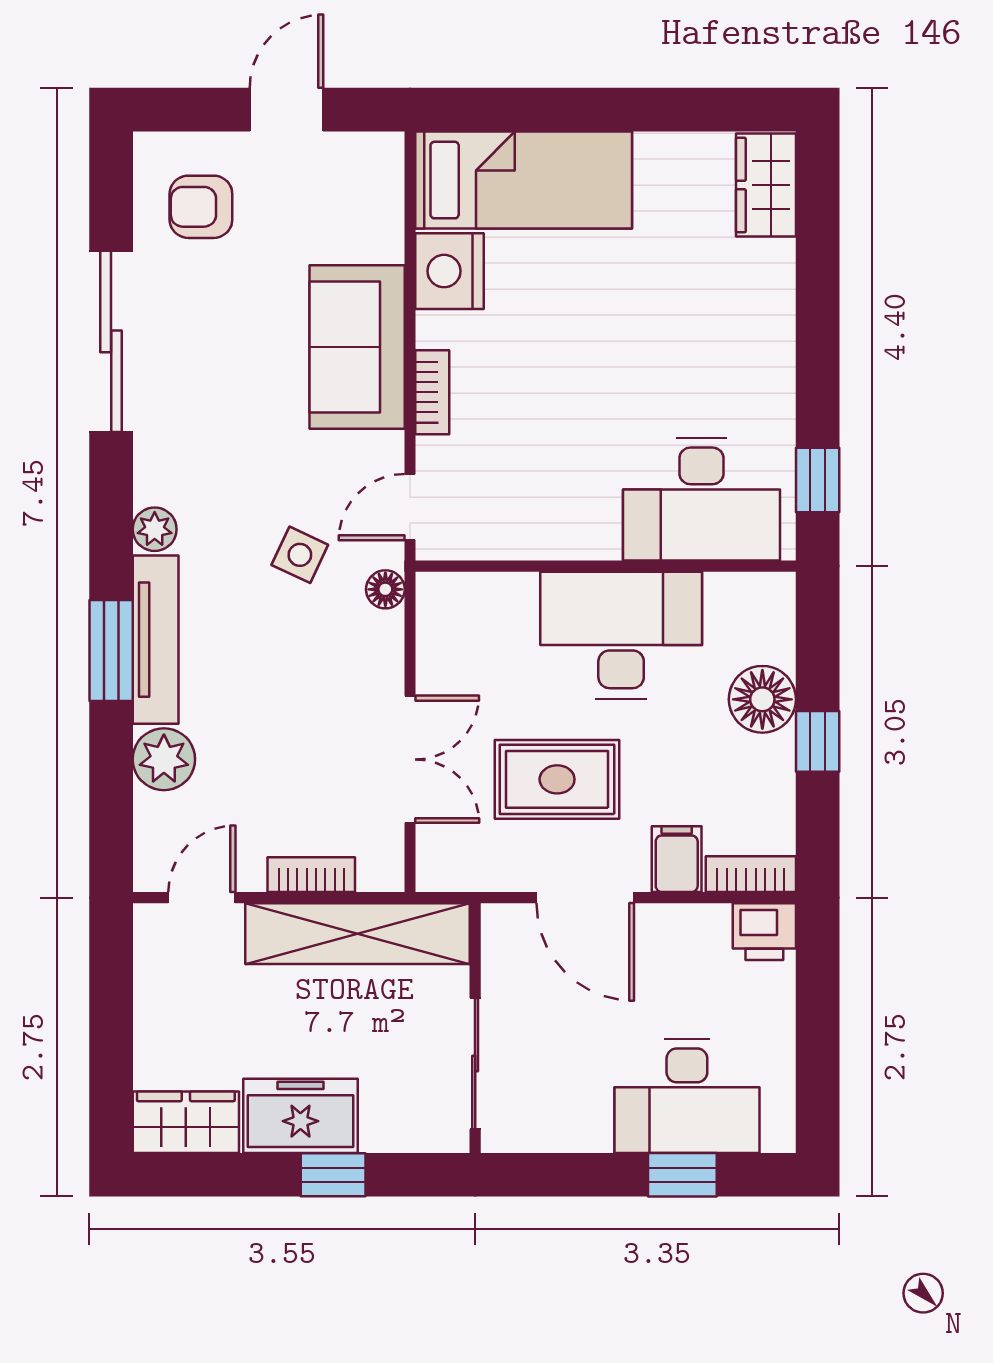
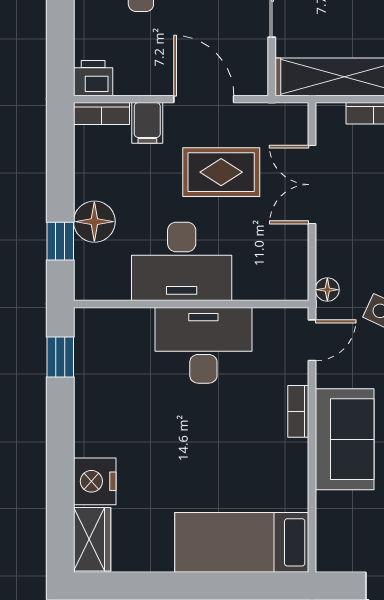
nightstand: (449, 271) -> (95, 481), moved, turned 180
desk: (701, 499) -> (203, 345), moved
window: (818, 741) -> (60, 241), moved

